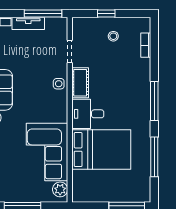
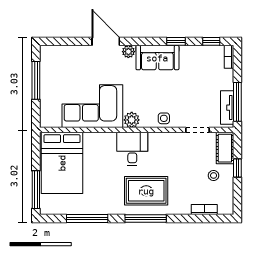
tv unit: (28, 23) -> (227, 108), moved
cot: (80, 83) -> (225, 148), moved, turned 90
rug: (128, 101) -> (146, 191), added
bed: (101, 150) -> (62, 163), moved
plant: (60, 189) -> (132, 120), moved

